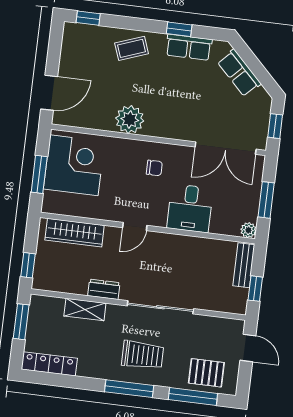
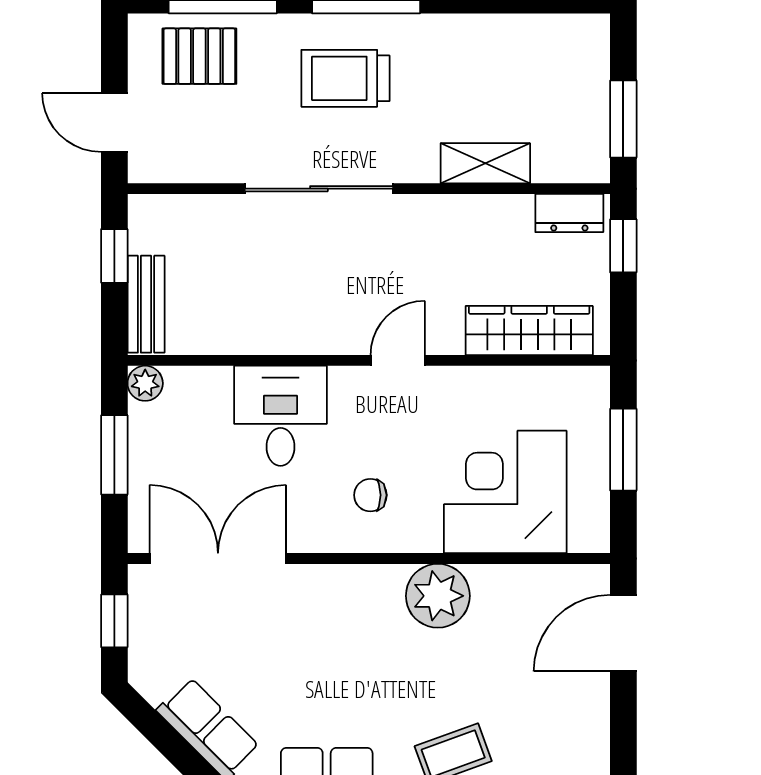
corner desk: (74, 165) -> (505, 492), moved, turned 90
dresser: (104, 289) -> (569, 213), moved
locker: (49, 364) -> (549, 34), removed

